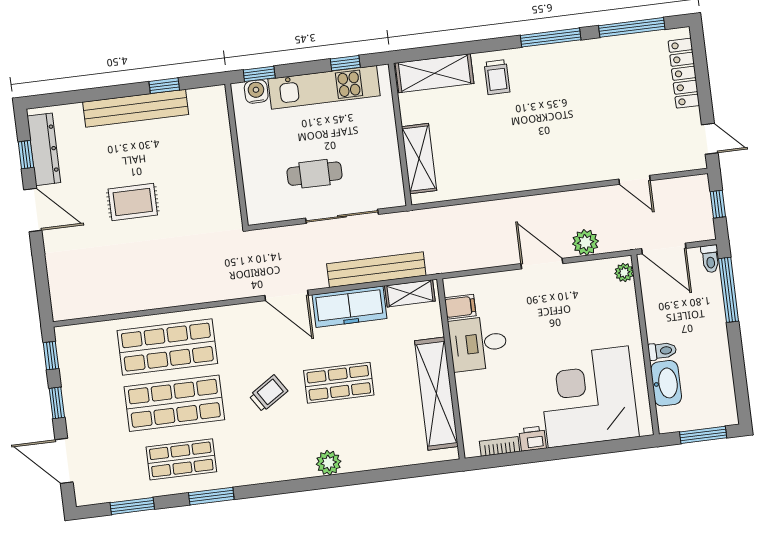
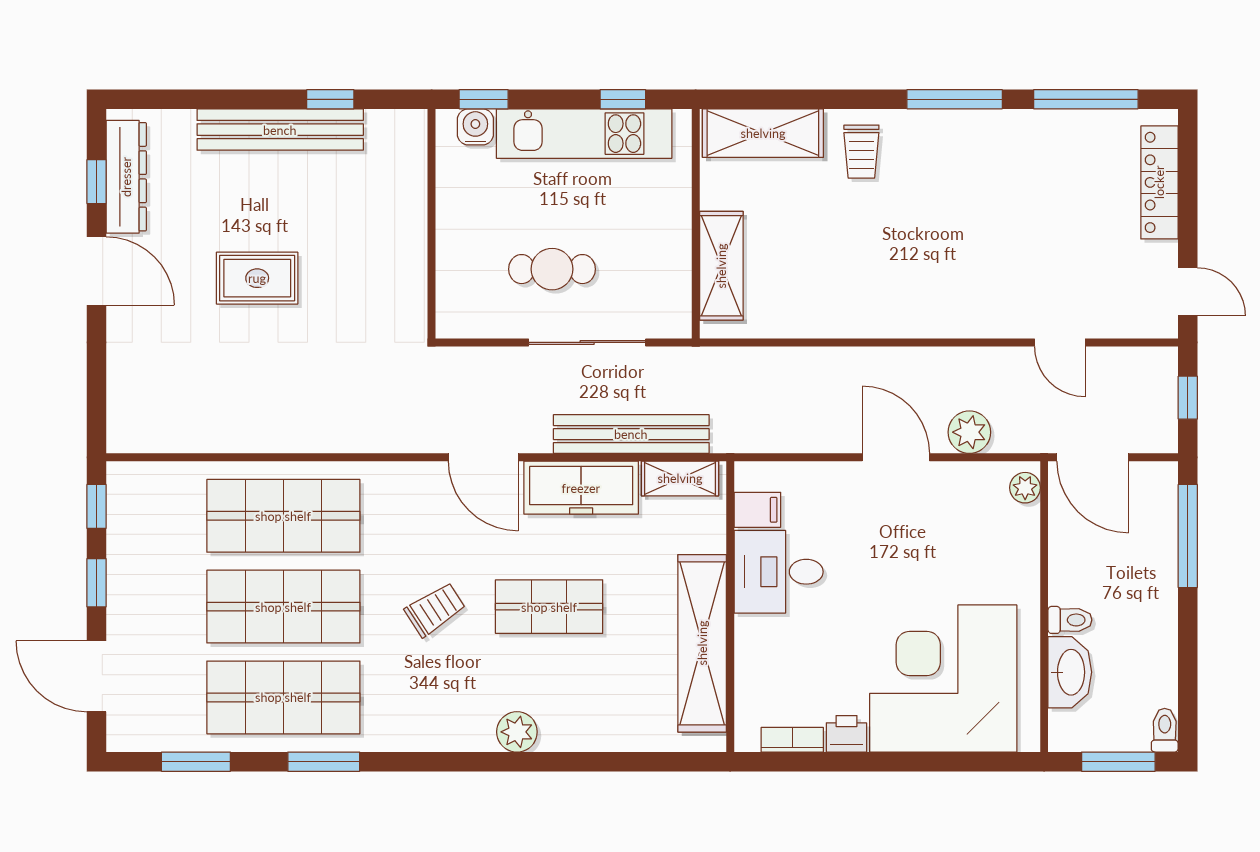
toilet: (710, 259) -> (1165, 730), moved, turned 180
shop shelf: (181, 459) -> (283, 697), width x1.43, depth x1.36

